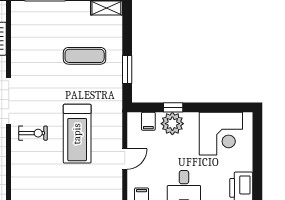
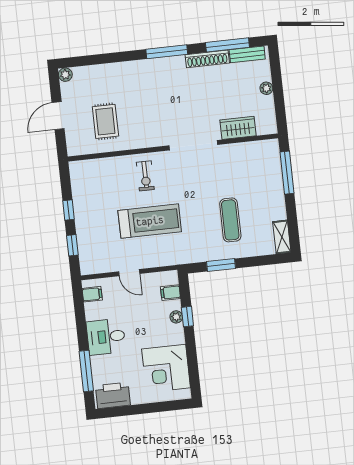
doorway: (9, 101) -> (193, 145), moved
plant: (172, 124) -> (176, 317), width x0.53, depth x0.53
treadmill: (77, 134) -> (150, 221), turned 180

